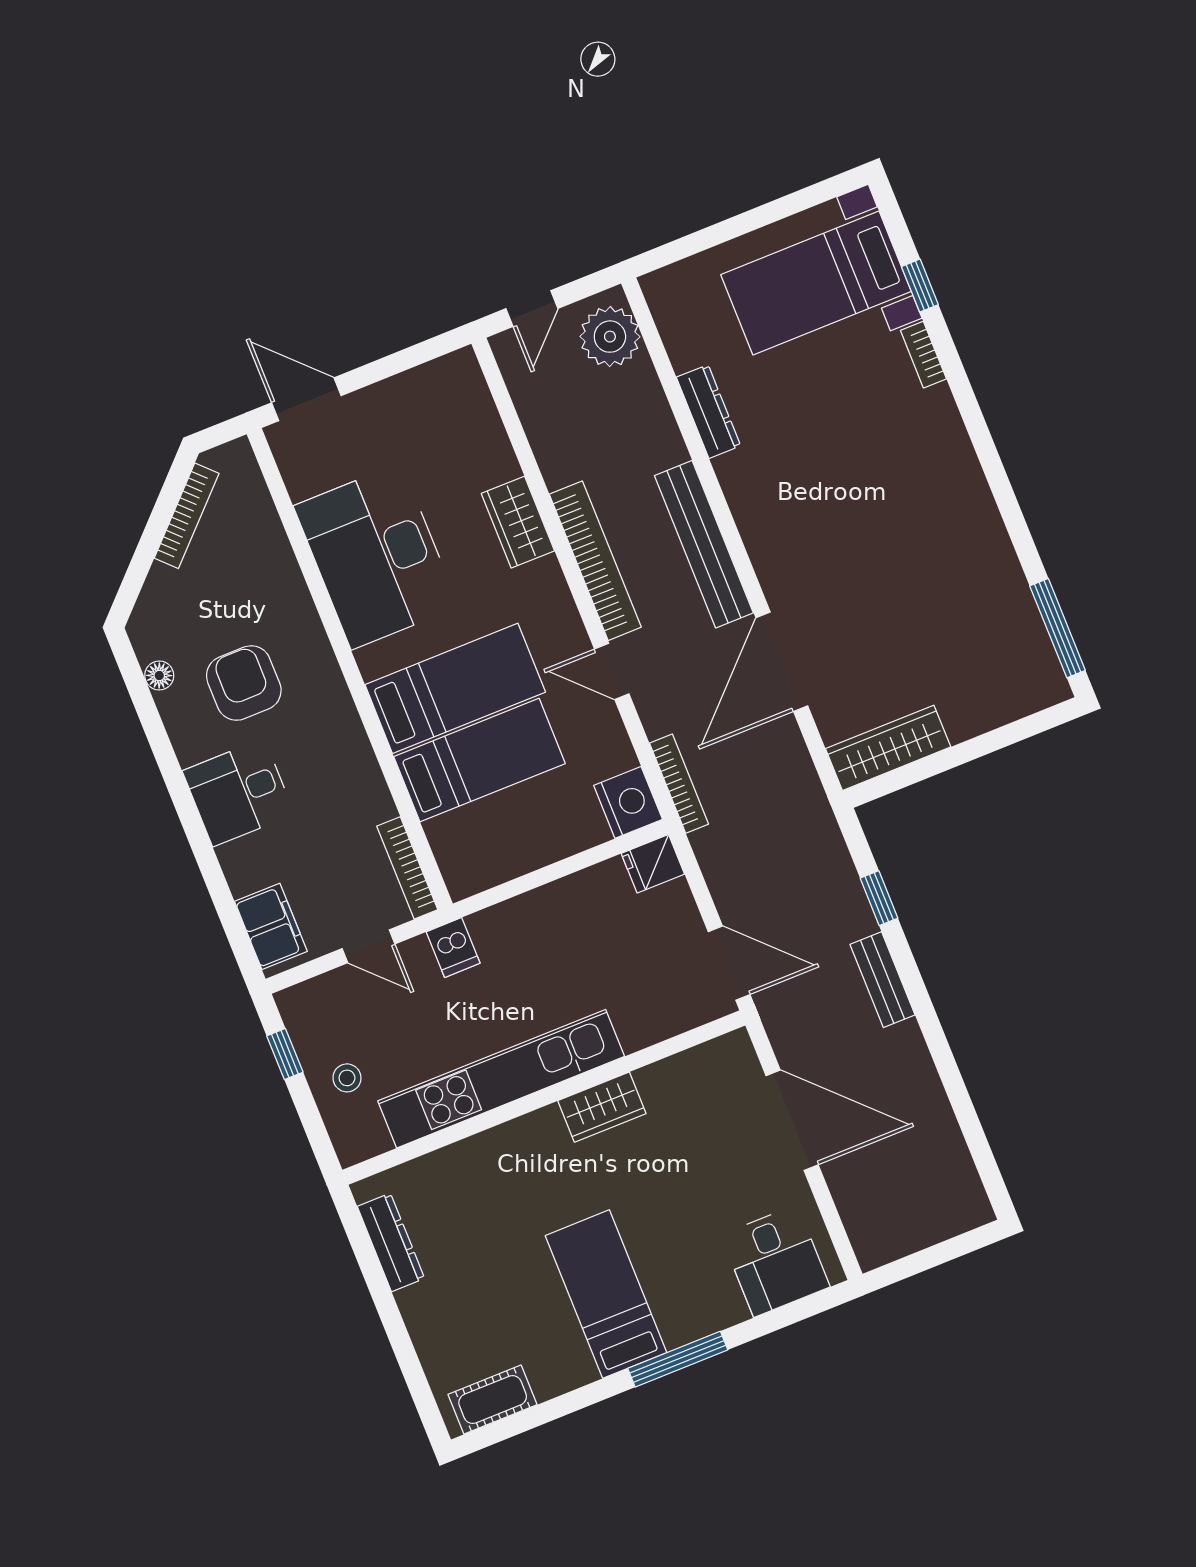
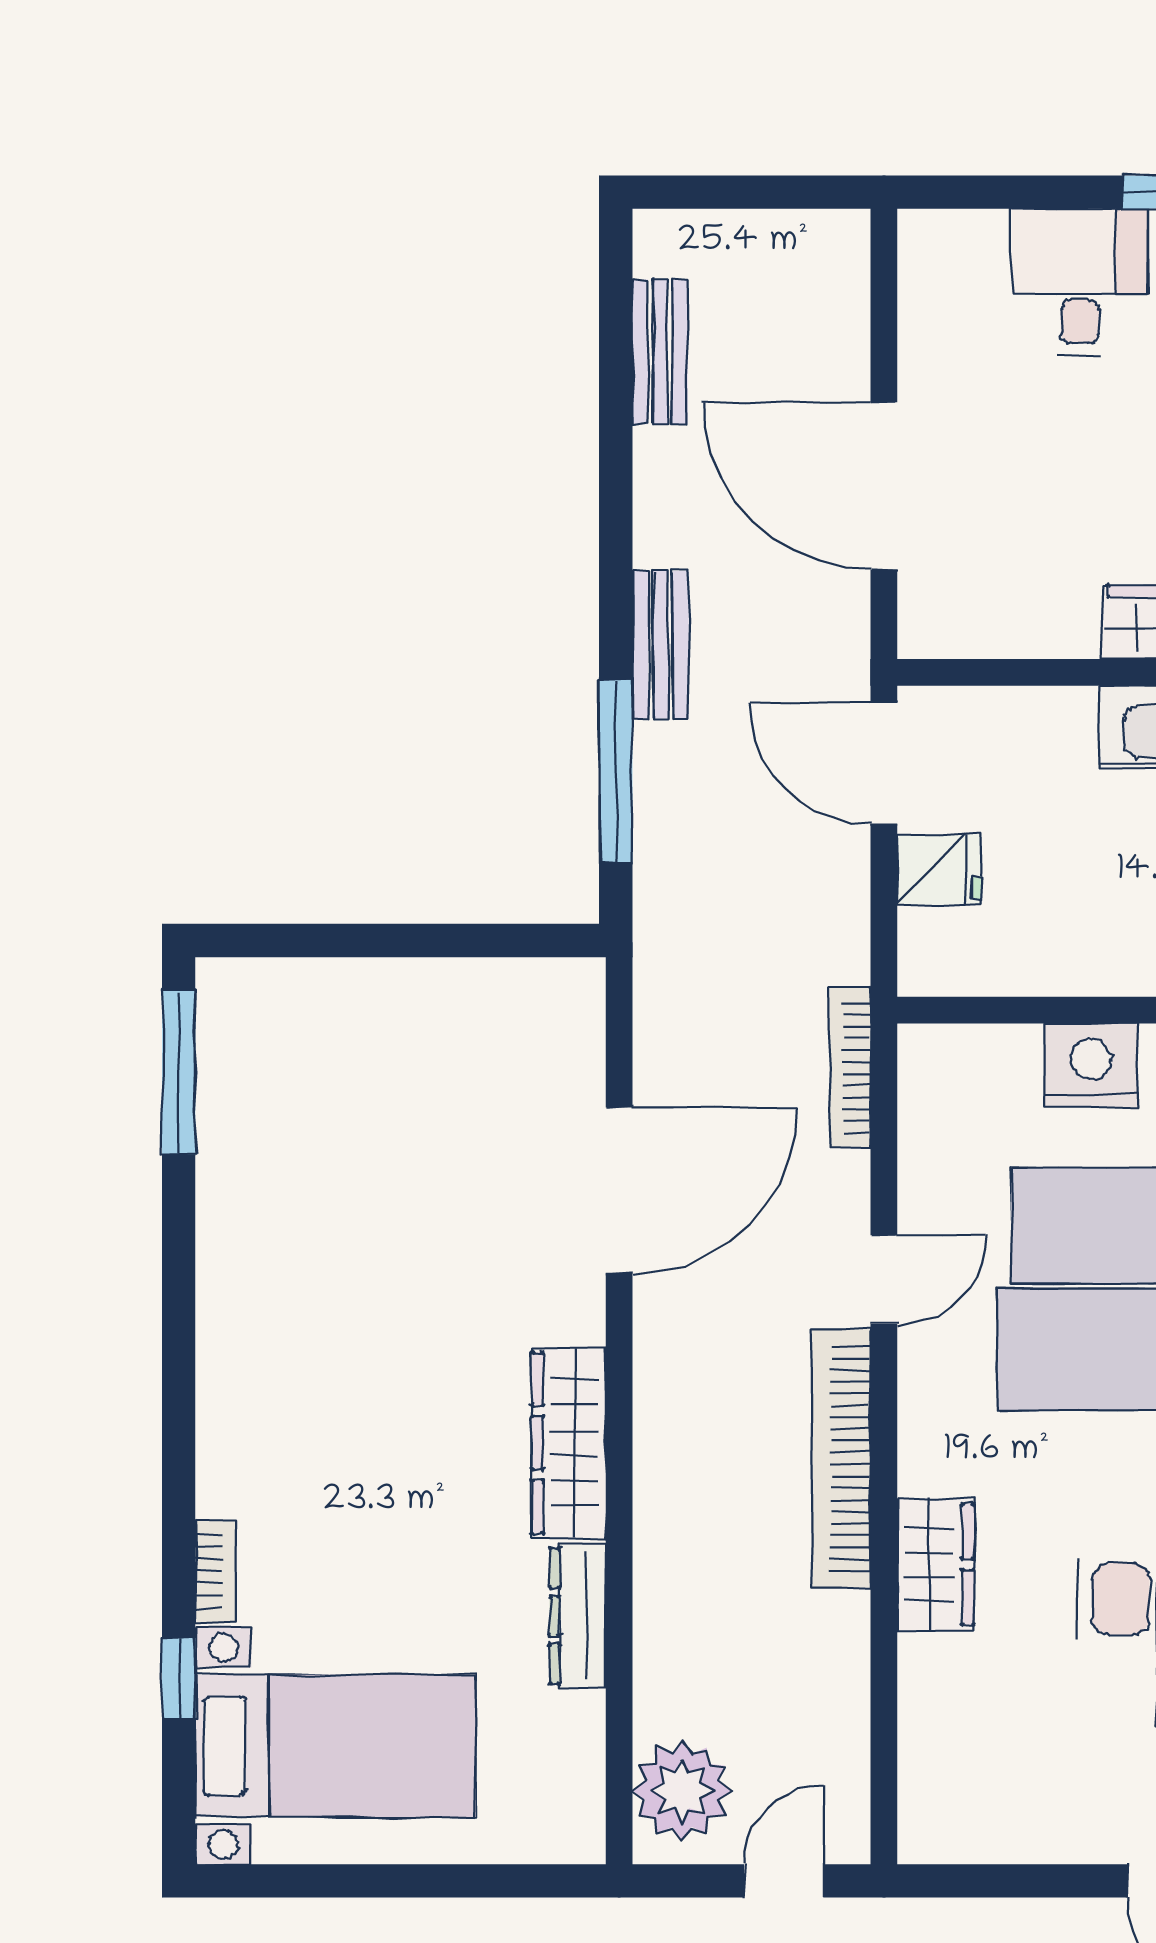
bench: (704, 544) -> (660, 352), moved, width x0.54, depth x0.82
door: (612, 671) -> (884, 1280), hinge flipped
wardrobe: (888, 748) -> (569, 1443), moved, turned 90
nightstand: (628, 802) -> (1091, 1065), moved, turned 90
fridge: (653, 864) -> (939, 869), moved
window: (879, 898) -> (616, 771), width x2.17
desk: (775, 1261) -> (1080, 282), moved

